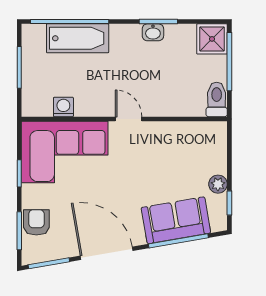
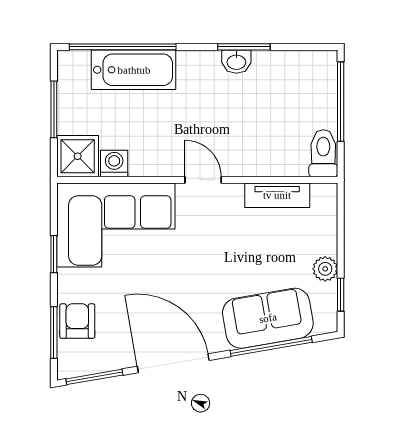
shower: (212, 39) -> (78, 156), moved
tv unit: (183, 130) -> (277, 195), added

